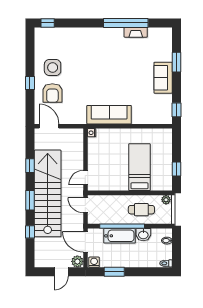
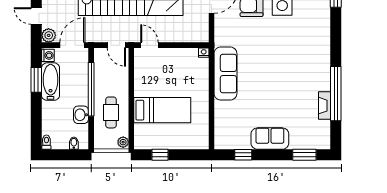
window: (177, 62) -> (304, 155), moved
window: (177, 110) -> (243, 155), moved
door: (85, 205) -> (116, 45), swing flipped
bathtub: (119, 236) -> (51, 82), moved, turned 180

